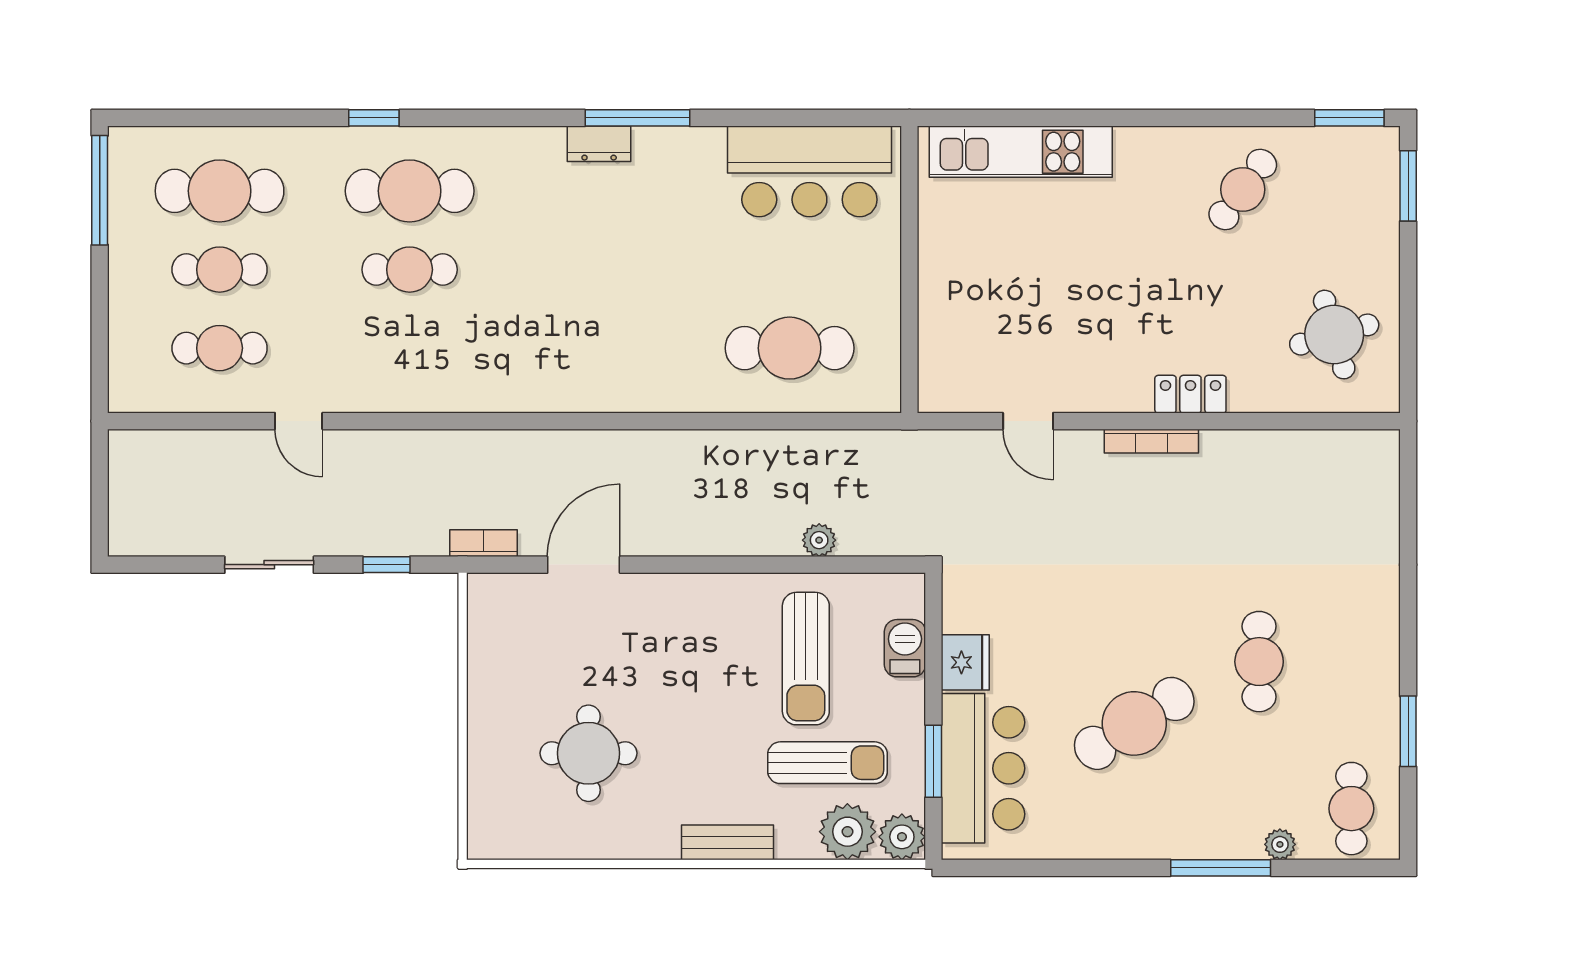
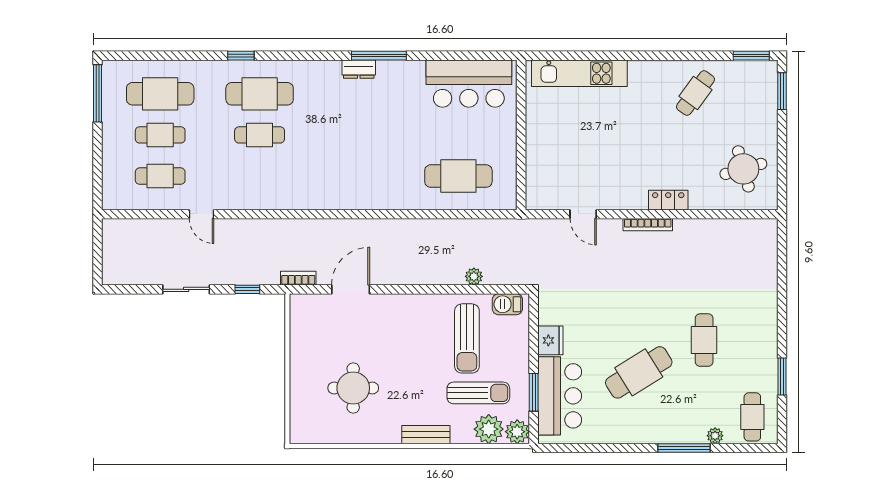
barbecue: (905, 648) -> (507, 304), moved, turned -90

